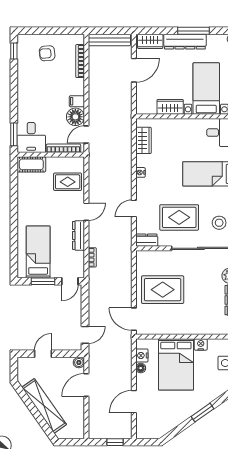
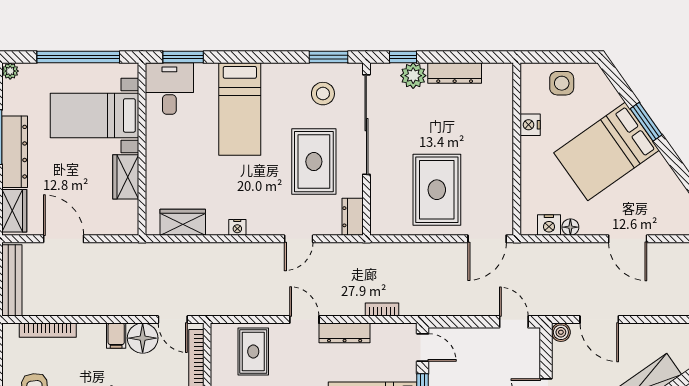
door: (134, 208) -> (299, 239), hinge flipped
bed: (176, 364) -> (607, 151), moved, turned 145

